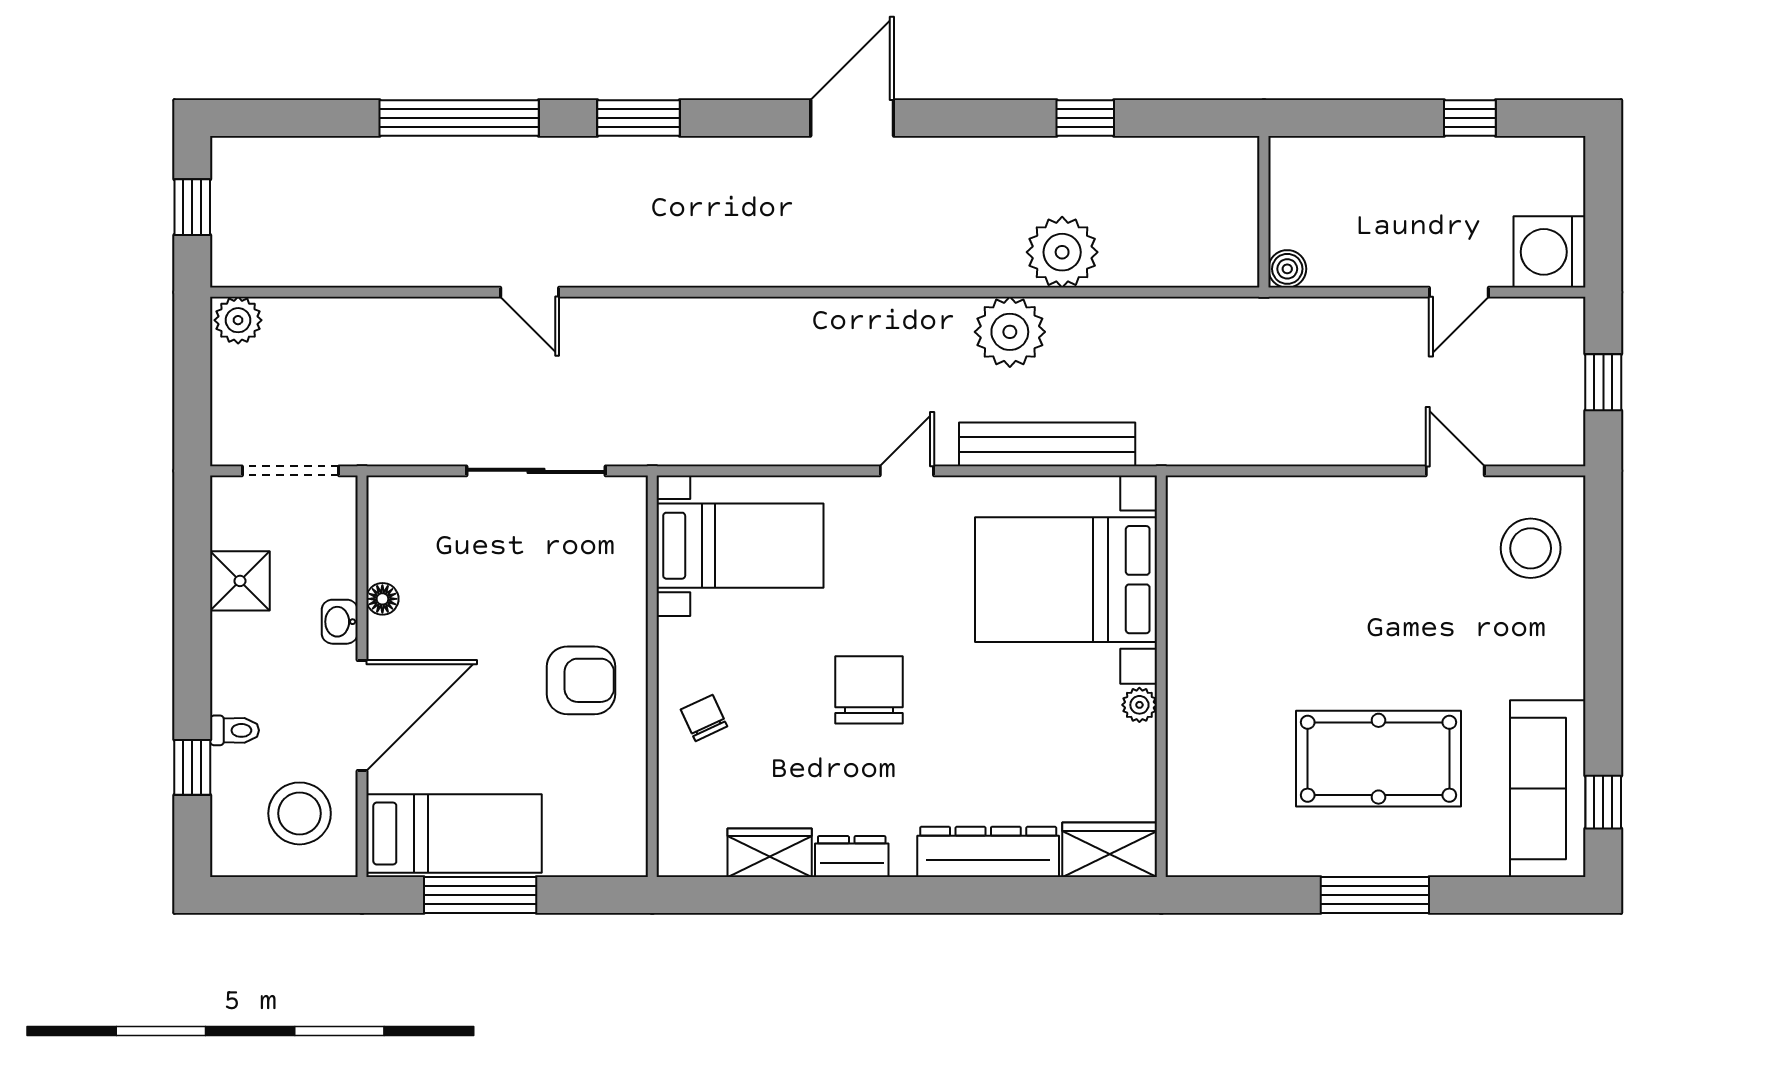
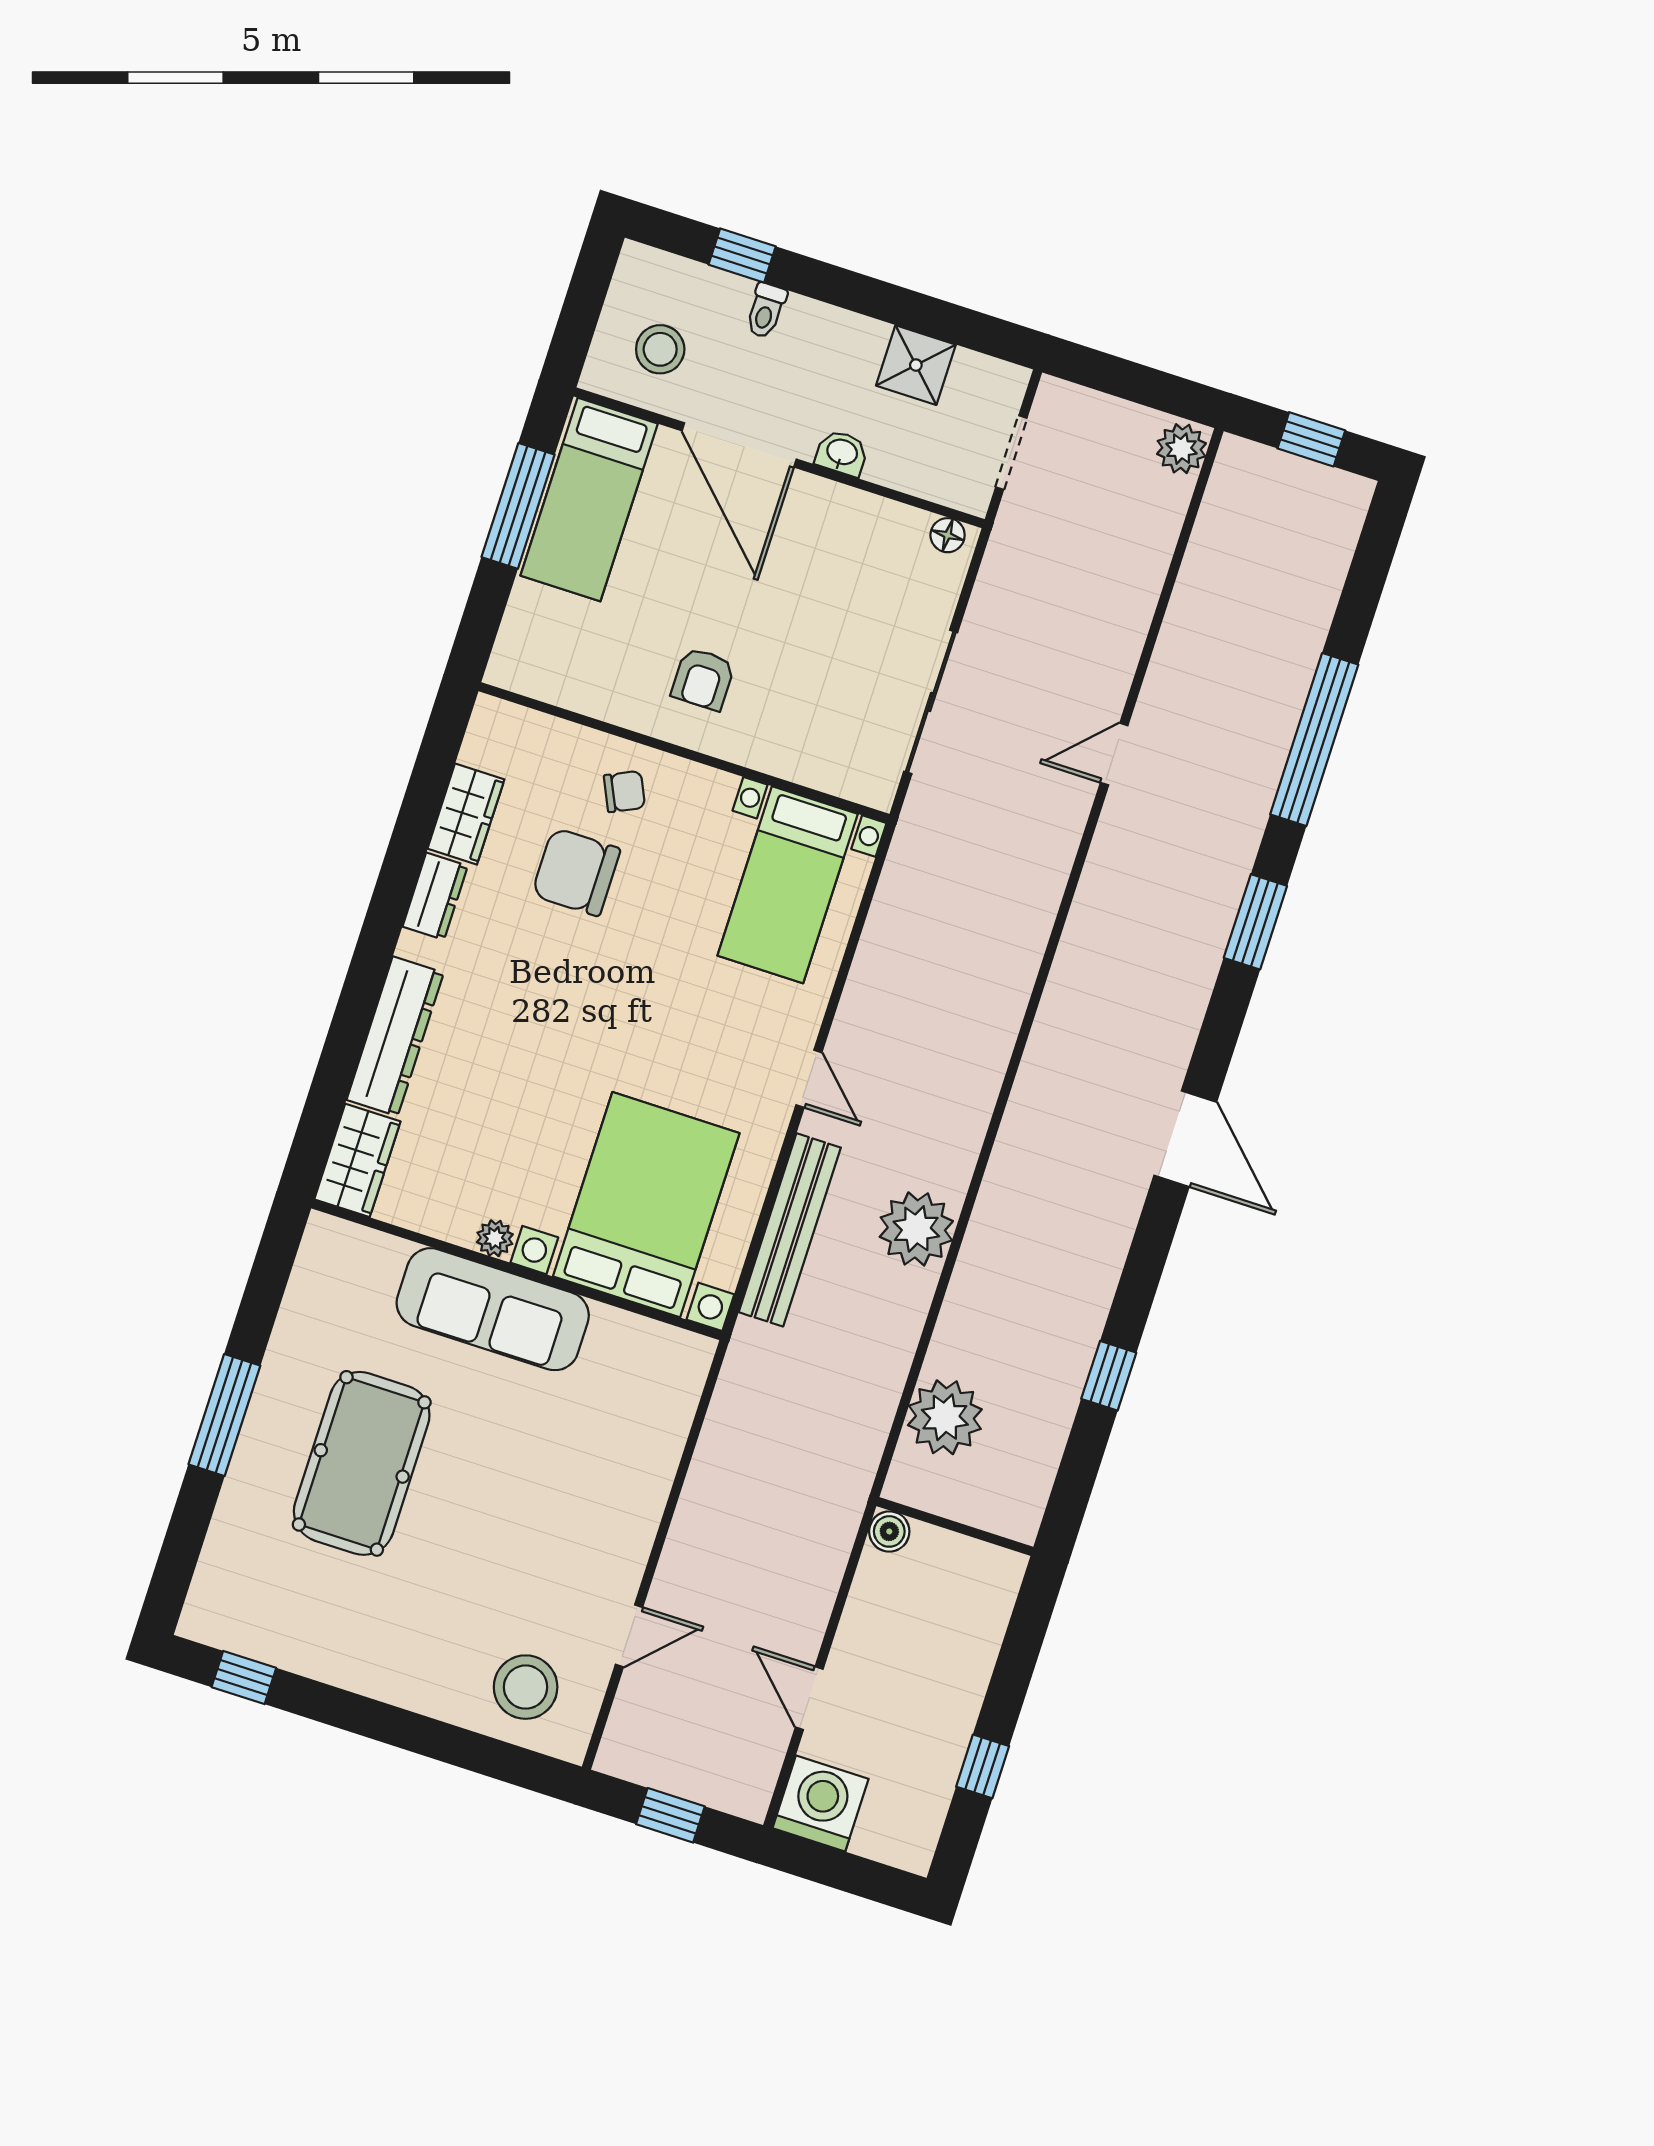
plant: (1062, 252) -> (945, 1417), moved
doorway: (291, 471) -> (1011, 453), width x0.73
floor lamp: (382, 599) -> (948, 535), moved
armchair: (581, 680) -> (703, 679), width x0.72, depth x0.72
chair: (869, 690) -> (576, 872), moved, turned 180
sofa: (1548, 789) -> (493, 1309), moved, turned 180
stool: (300, 813) -> (660, 349), width x0.73, depth x0.73

